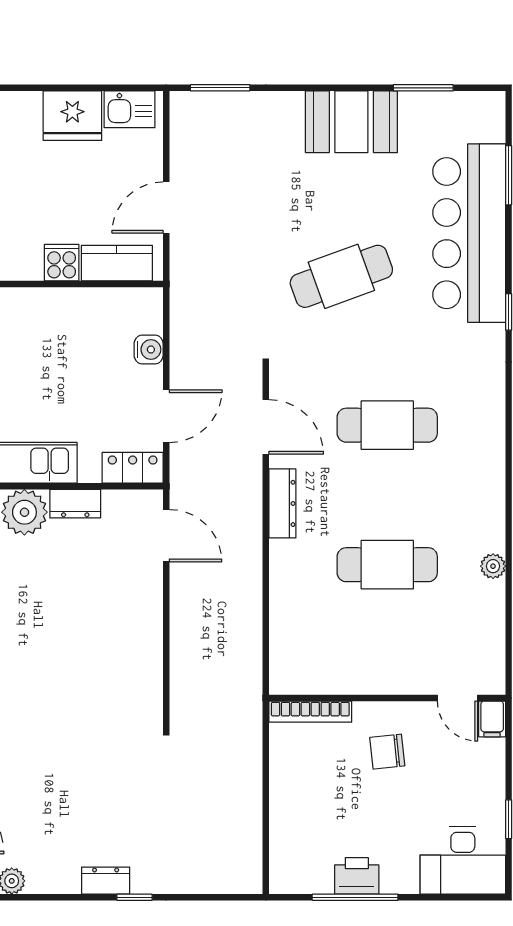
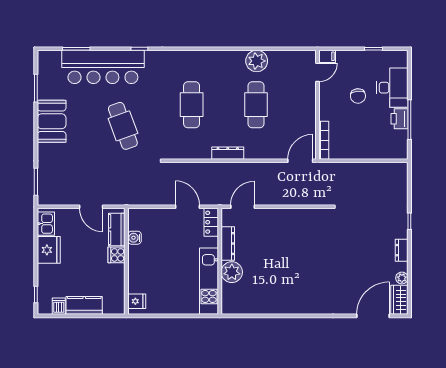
water cooler: (149, 350) -> (135, 238), moved, turned -90
door: (266, 427) -> (300, 161), moved
dresser: (75, 504) -> (228, 244), width x1.44
plant: (493, 566) -> (257, 61), width x1.87, depth x1.87
chair: (387, 752) -> (358, 96), moved
desk: (463, 860) -> (392, 88), moved
dresser: (106, 881) -> (402, 250), moved

